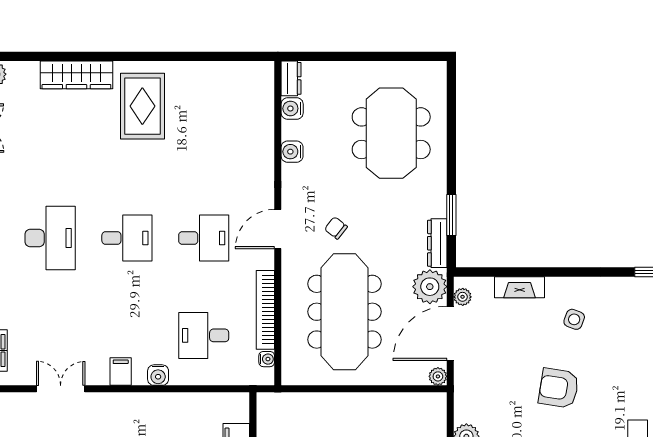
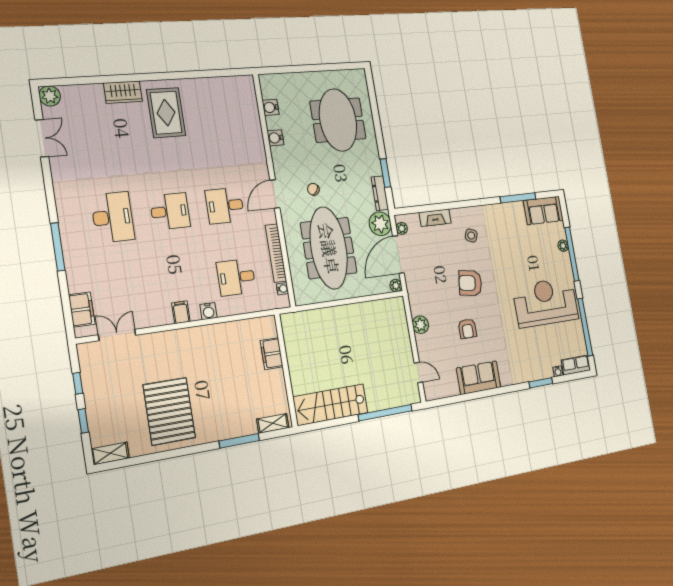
wardrobe: (76, 75) -> (123, 92), width x0.67
dresser: (291, 78) -> (266, 86), removed
desk: (204, 238) -> (225, 206), turned 180
double door: (61, 389) -> (117, 335), moved

